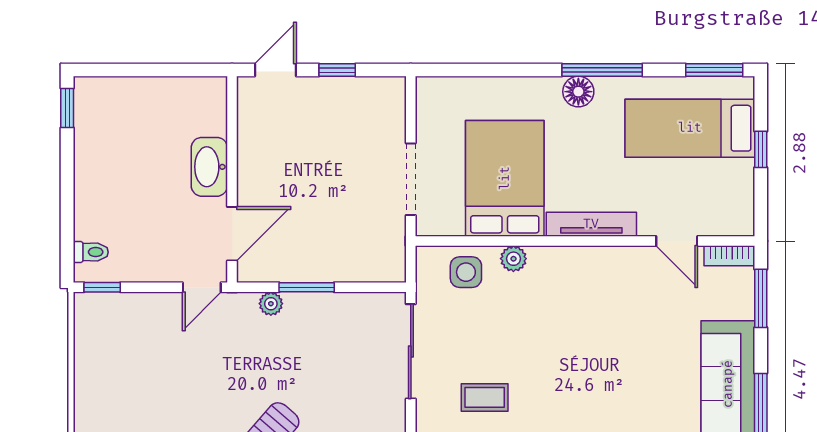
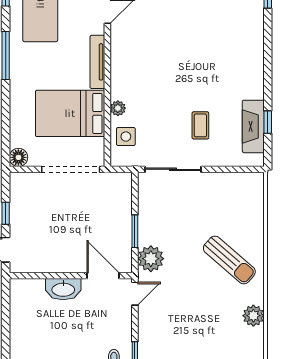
floor lamp: (578, 92) -> (18, 157), moved
doorway: (411, 179) -> (71, 169), width x1.36
door: (202, 287) -> (135, 294), hinge flipped
plant: (271, 304) -> (151, 259), width x1.88, depth x1.88

